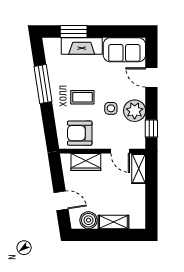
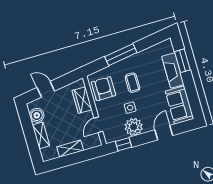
window: (43, 84) -> (121, 55), moved
shelving: (139, 169) -> (70, 149), moved
door: (61, 201) -> (46, 89), swing flipped

